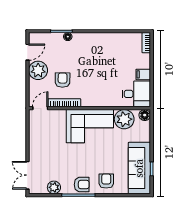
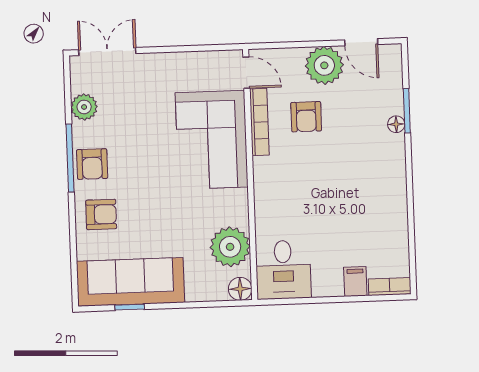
filing cabinet: (143, 74) -> (355, 282), moved
armchair: (63, 80) -> (306, 117), turned 89
corner sofa: (90, 126) -> (212, 140), moved

